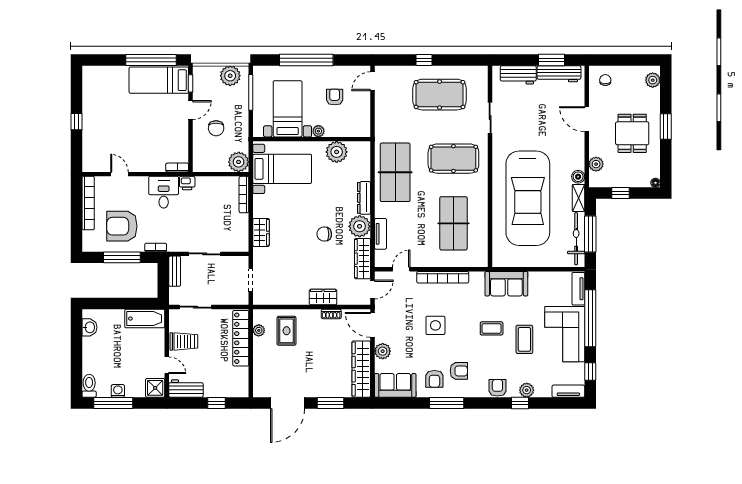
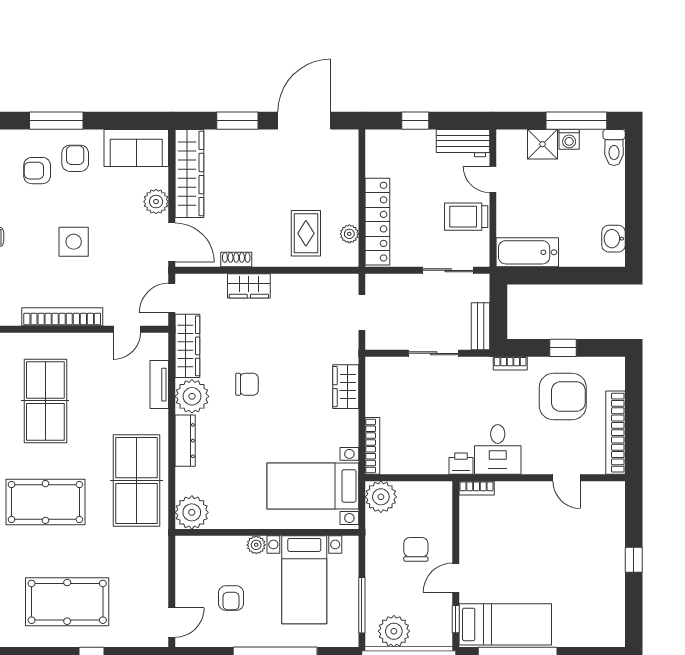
plant: (337, 152) -> (192, 512), moved
window: (122, 257) -> (563, 348), width x0.46
shower: (155, 388) -> (543, 144), moved

